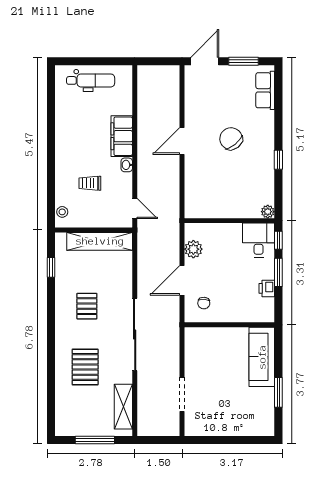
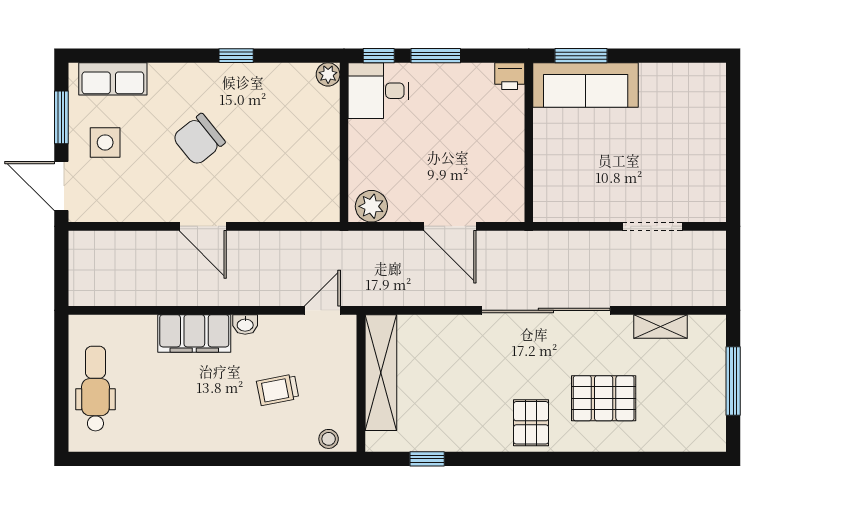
side table: (229, 86) -> (105, 142), added
trolley: (90, 183) -> (278, 390), turned 79
plant: (193, 249) -> (371, 206), moved
printer: (267, 288) -> (510, 76), moved
chair: (204, 303) -> (490, 188), removed
pallet: (87, 306) -> (531, 423), moved, turned 90
window: (278, 392) -> (581, 56), moved
shelving: (123, 407) -> (661, 327), width x0.67, depth x0.75

